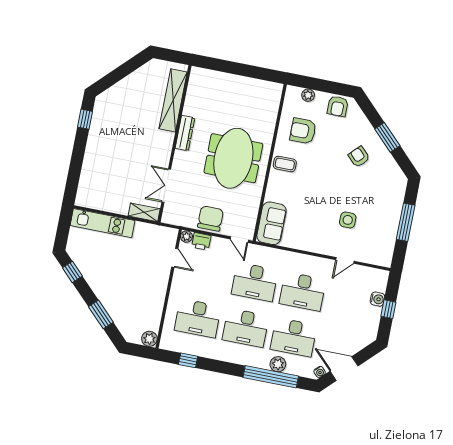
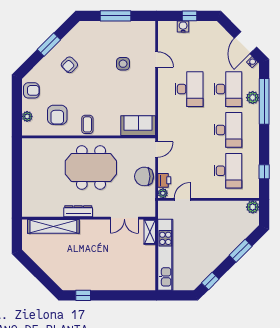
kitchen unit: (102, 223) -> (165, 255), width x1.36
desk: (255, 282) -> (189, 130), removed

